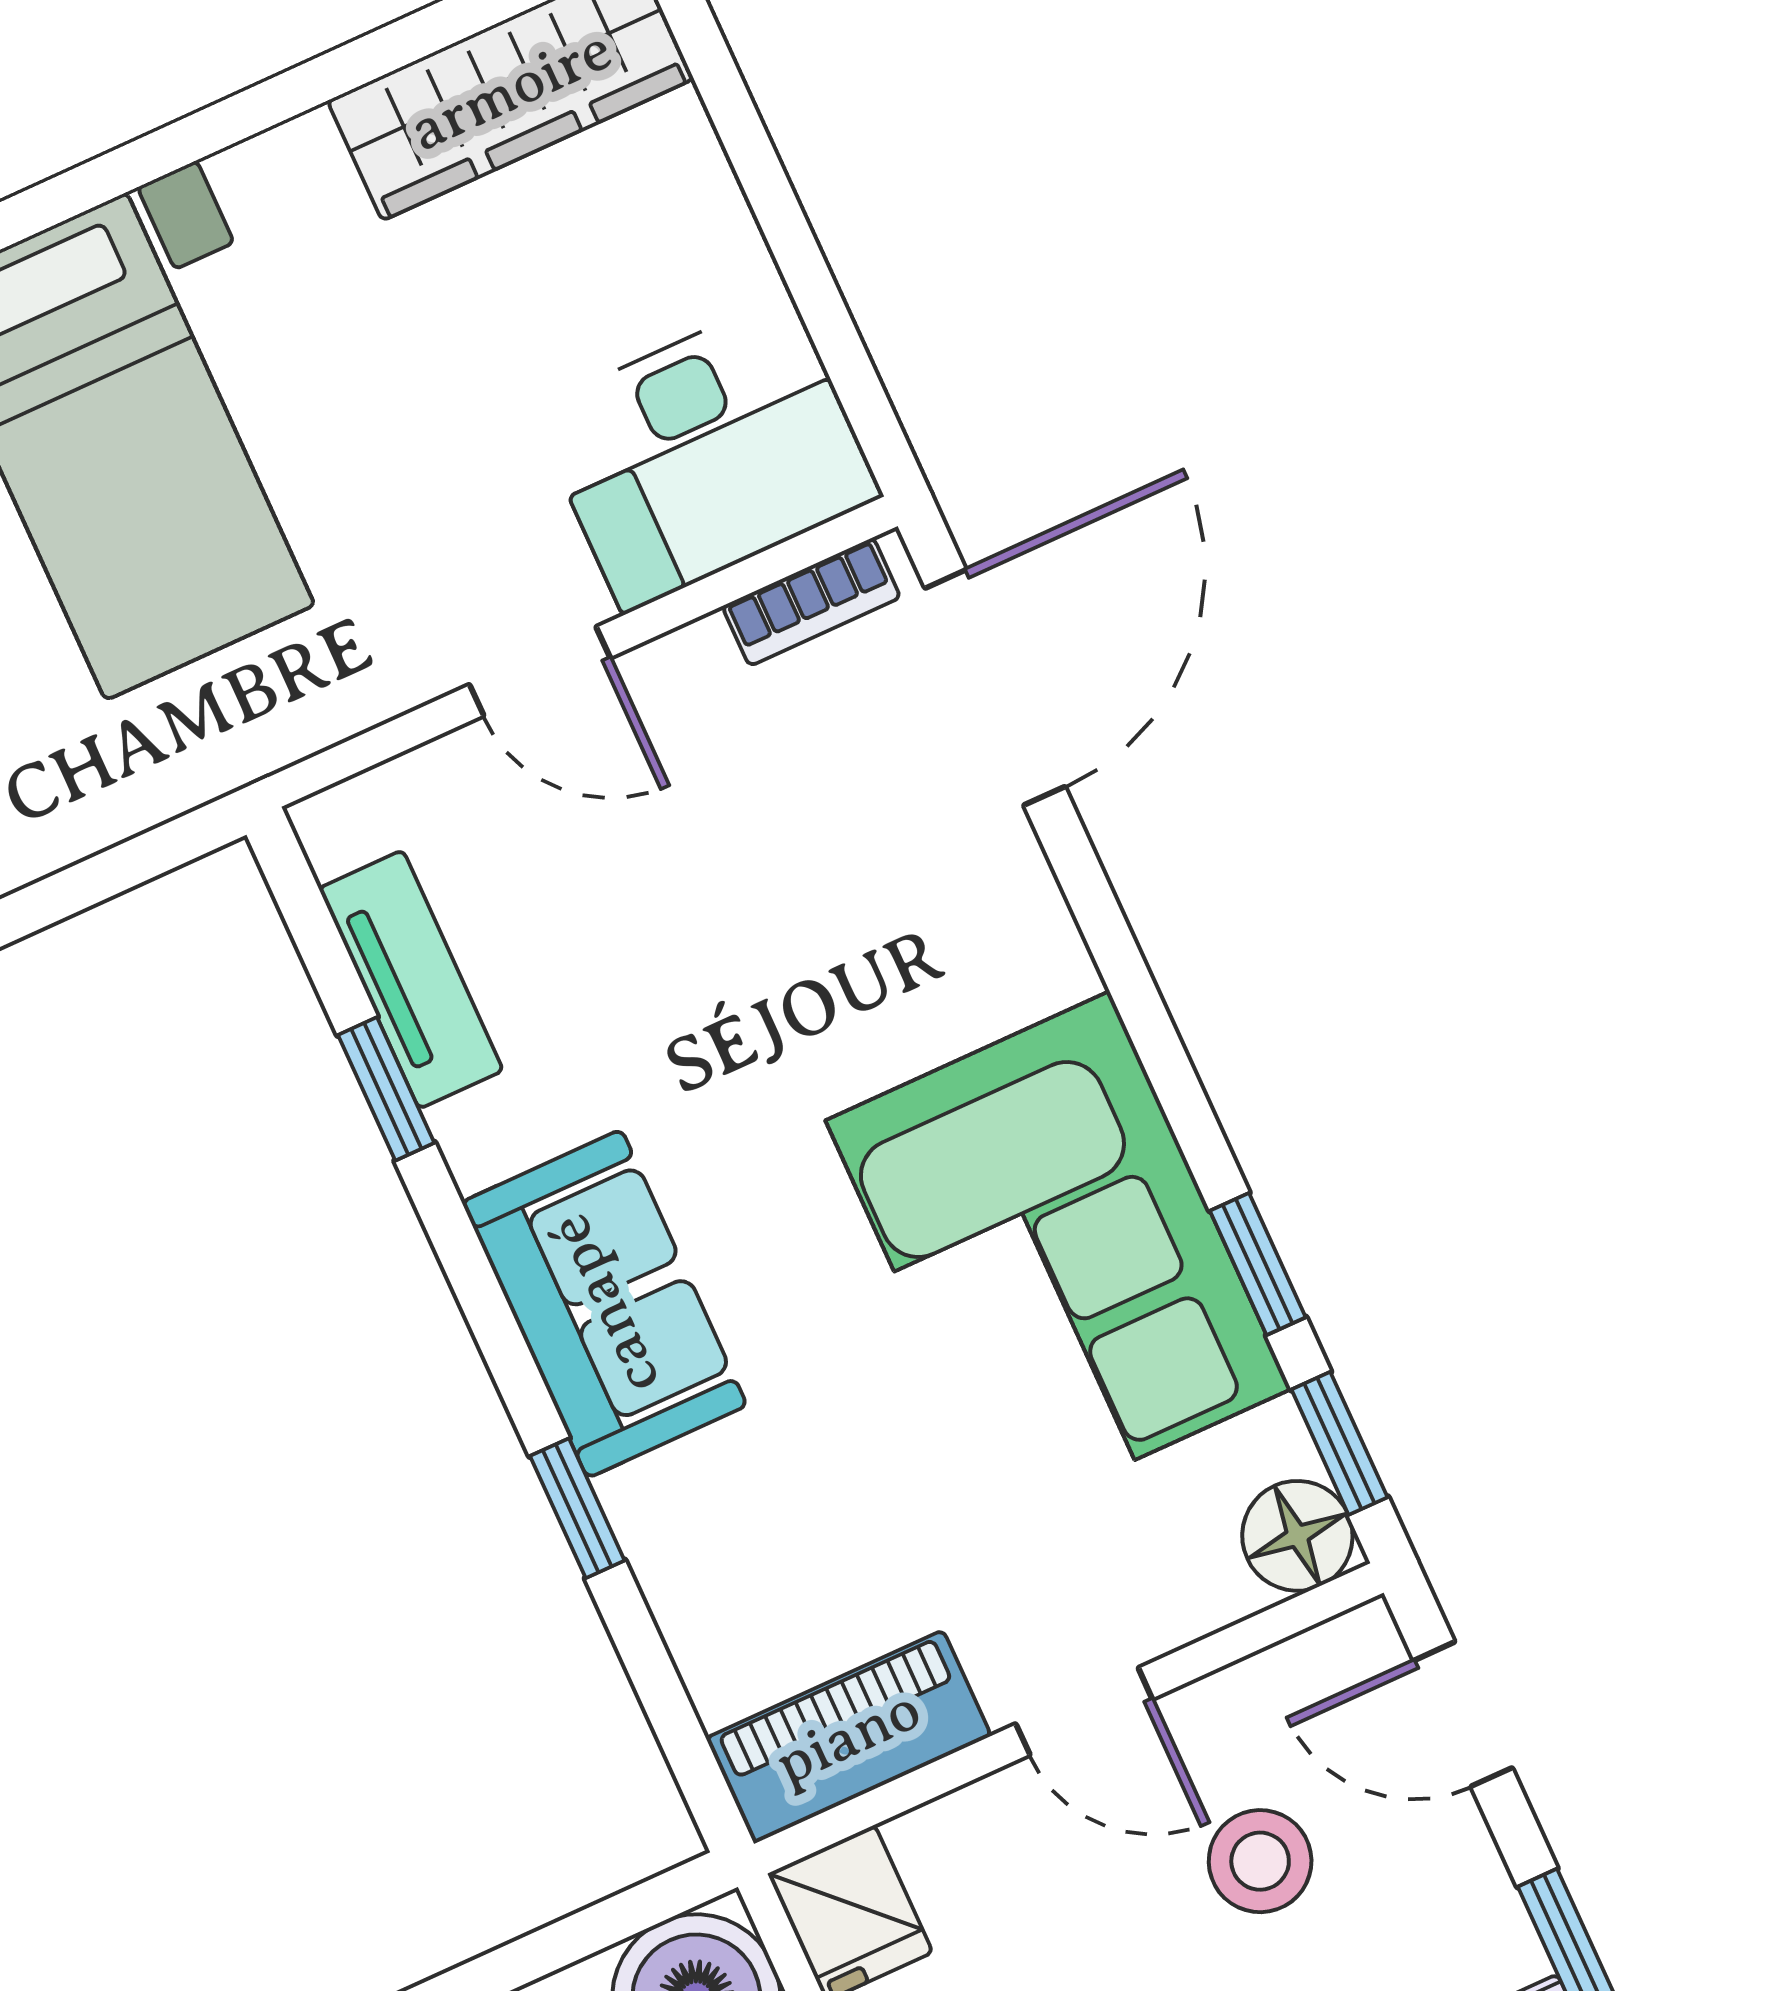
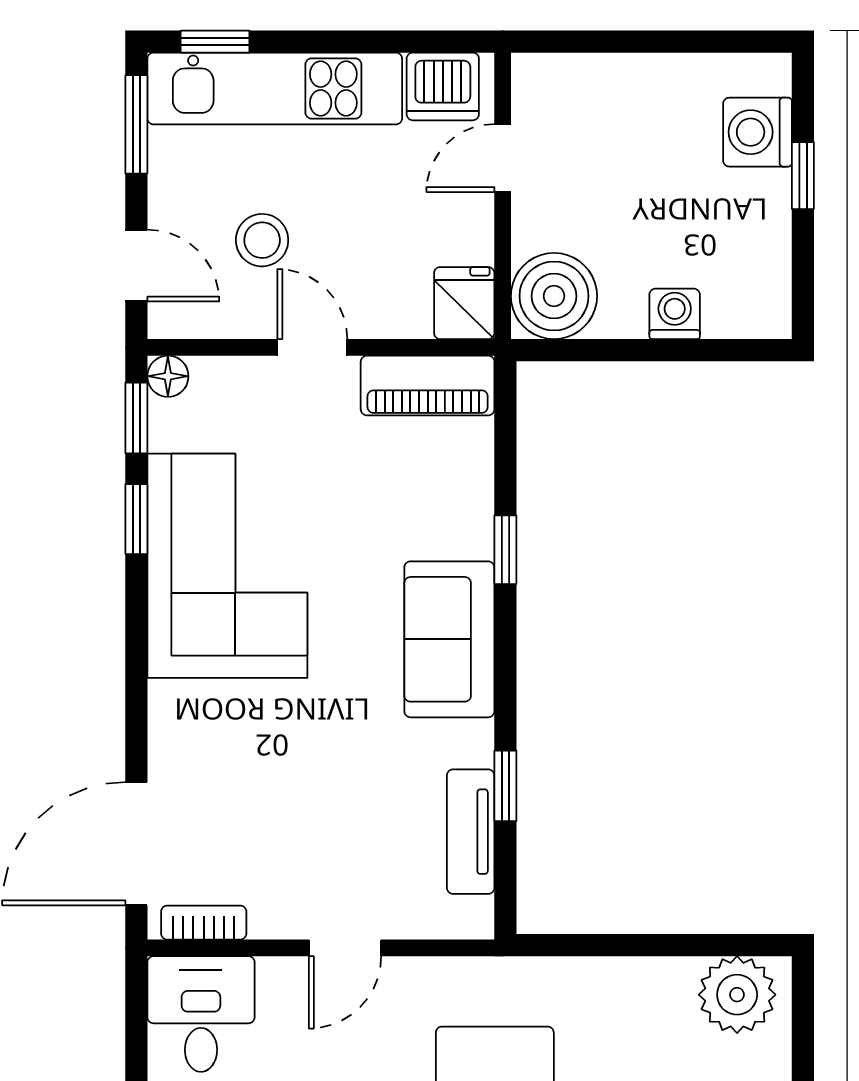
desk: (707, 453) -> (201, 1014), width x0.73
door: (540, 671) -> (345, 948), swing flipped
floor lamp: (1297, 1536) -> (168, 376), width x0.73, depth x0.73

